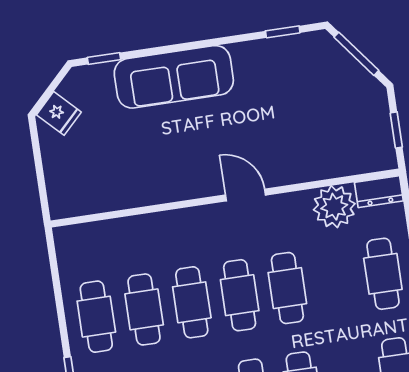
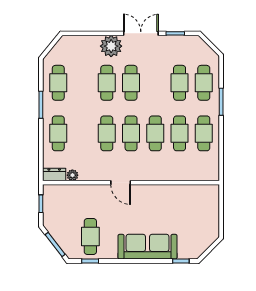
cafe table: (289, 80) -> (90, 237), added
fridge: (59, 113) -> (207, 237), removed
plant: (334, 207) -> (72, 175), width x0.53, depth x0.53

